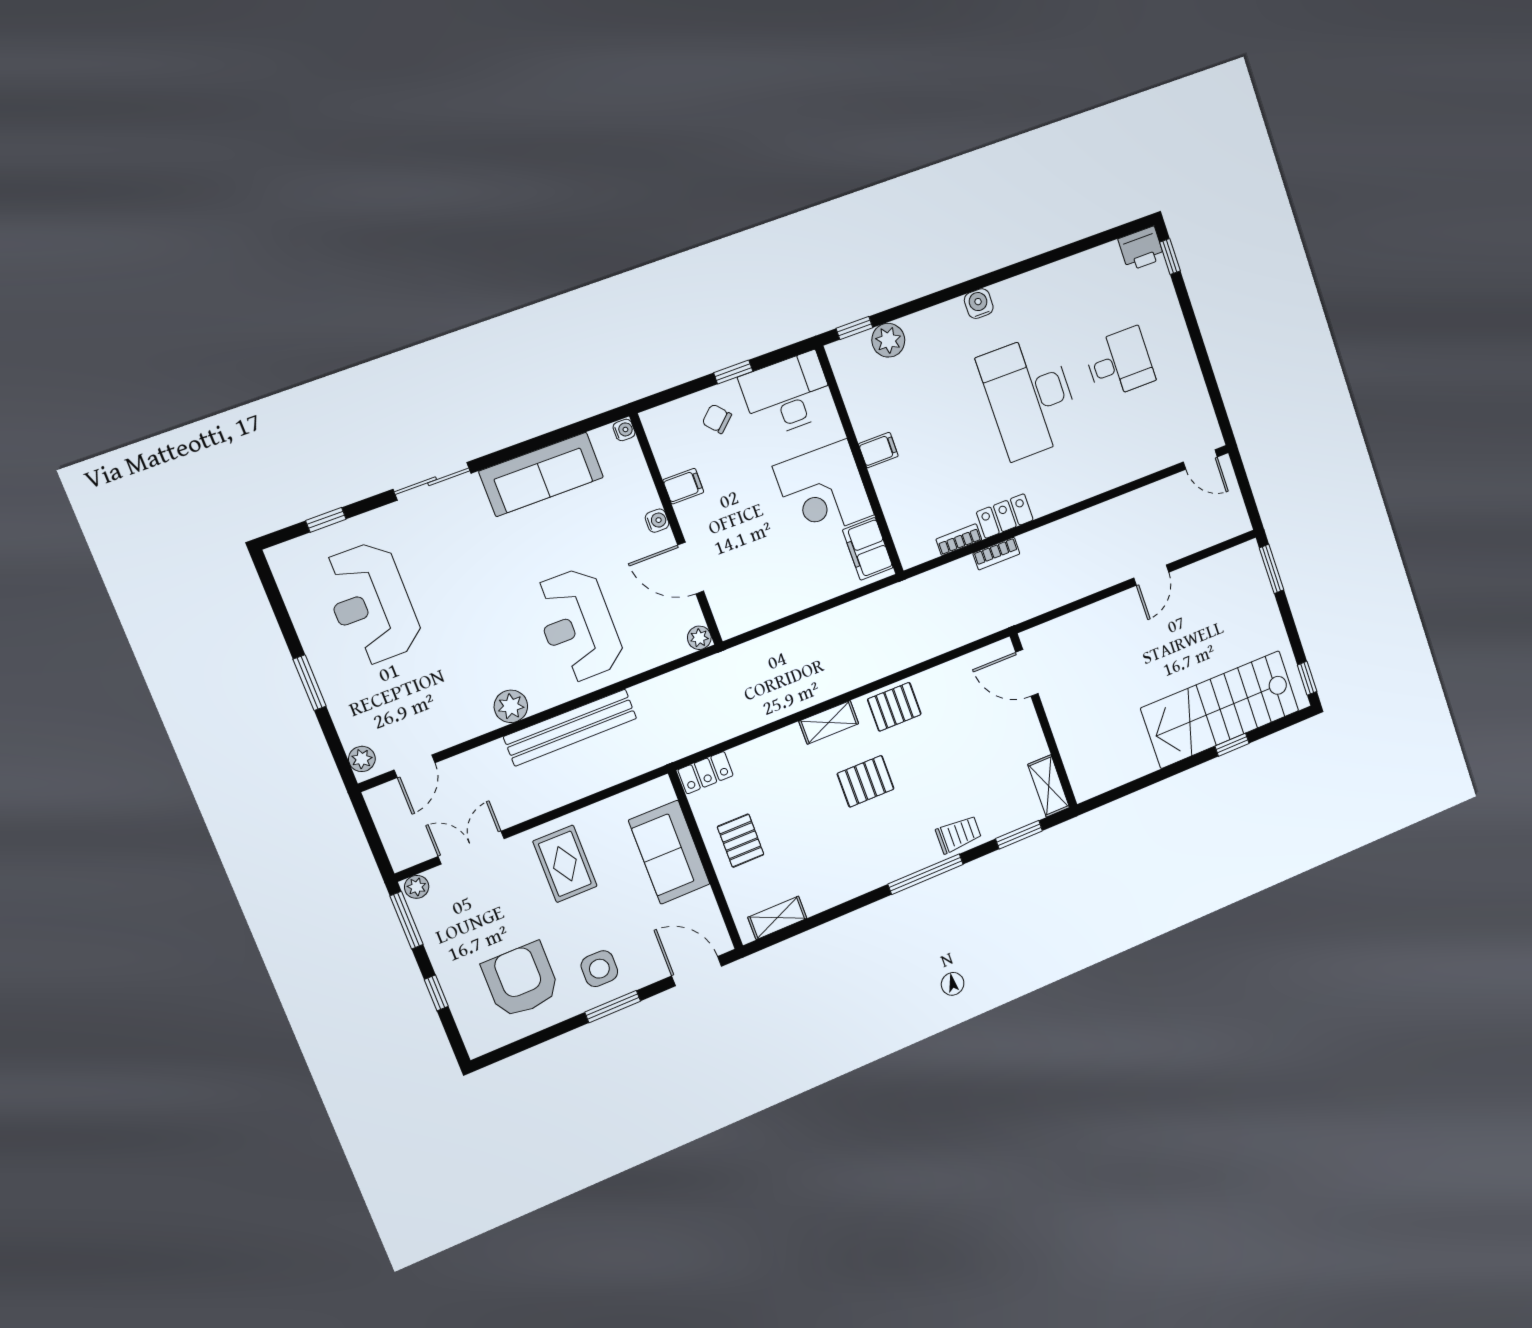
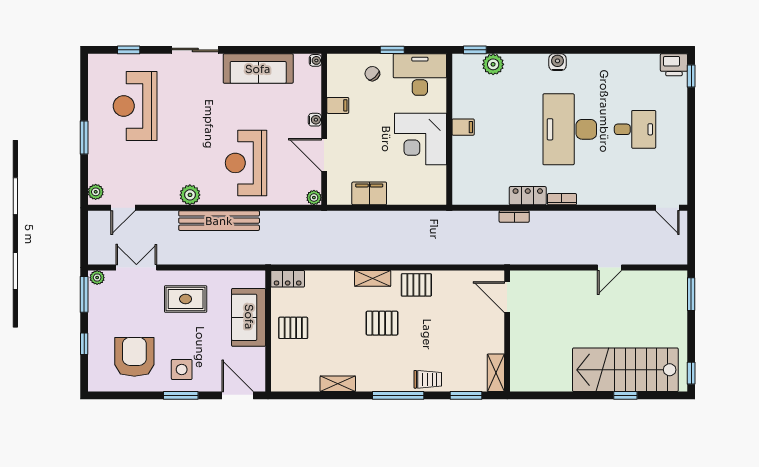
bookcase: (959, 540) -> (562, 199), moved
filing cabinet: (868, 549) -> (369, 193), moved, turned 90
pallet: (741, 841) -> (293, 328), turned 90
rug: (565, 864) -> (186, 299), turned 90
shelving: (777, 918) -> (338, 384), moved

